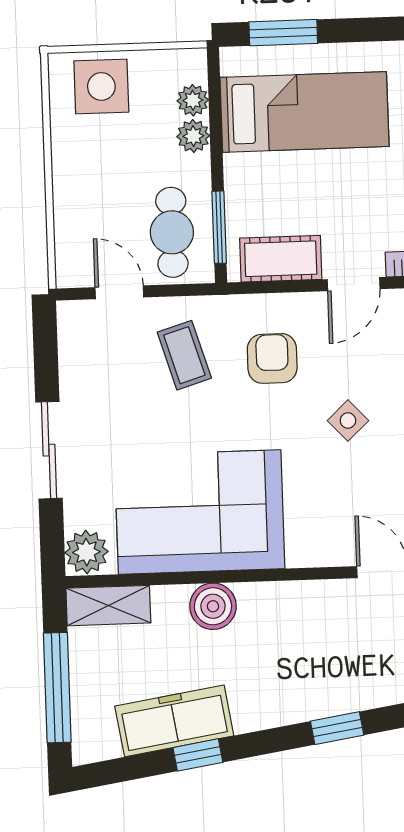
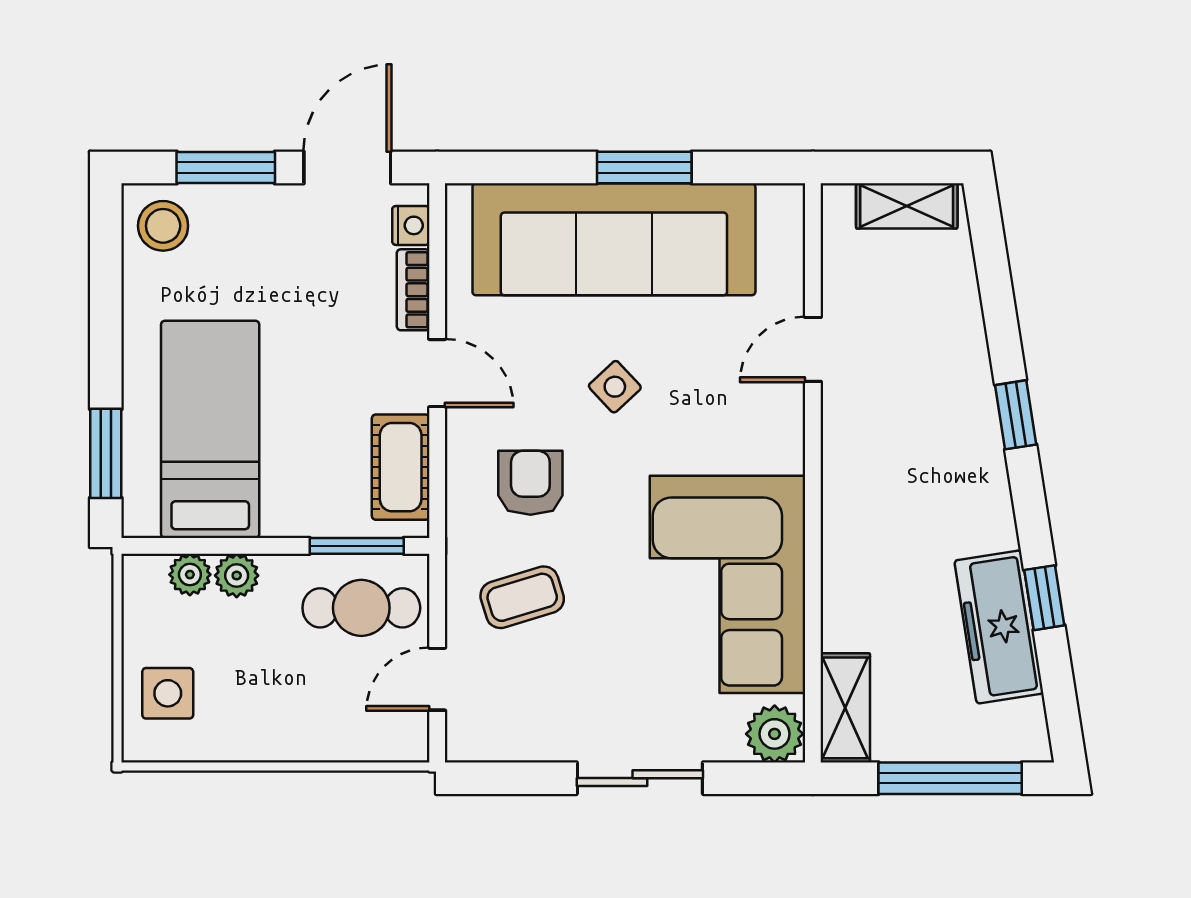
side table: (101, 86) -> (168, 693), width x0.73, depth x0.73
armchair: (272, 358) -> (530, 483), turned 90
boiler: (213, 606) -> (851, 571), removed

